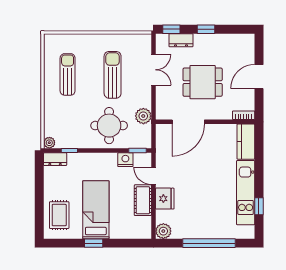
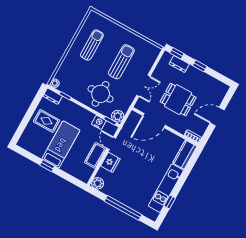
double door: (153, 70) -> (143, 86), moved
plant: (143, 116) -> (118, 116), moved
rug: (59, 215) -> (47, 121), moved, turned 90

